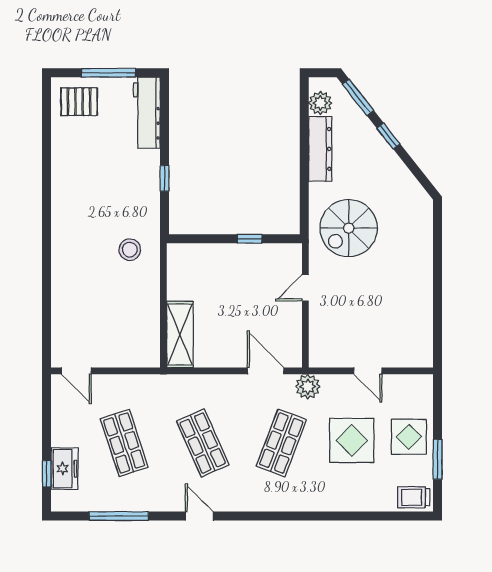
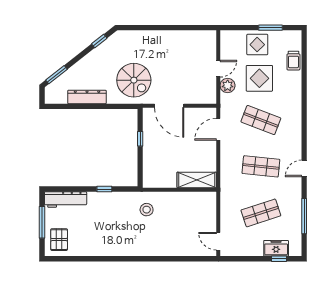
plant: (320, 103) -> (60, 97), removed
window: (388, 136) -> (99, 41), moved
door: (305, 288) -> (169, 106), width x1.88
door: (76, 371) -> (218, 241), swing flipped
plant: (308, 387) -> (228, 85), moved
shop shelf: (203, 443) -> (261, 166), turned 30
trolley: (414, 497) -> (293, 61), moved

